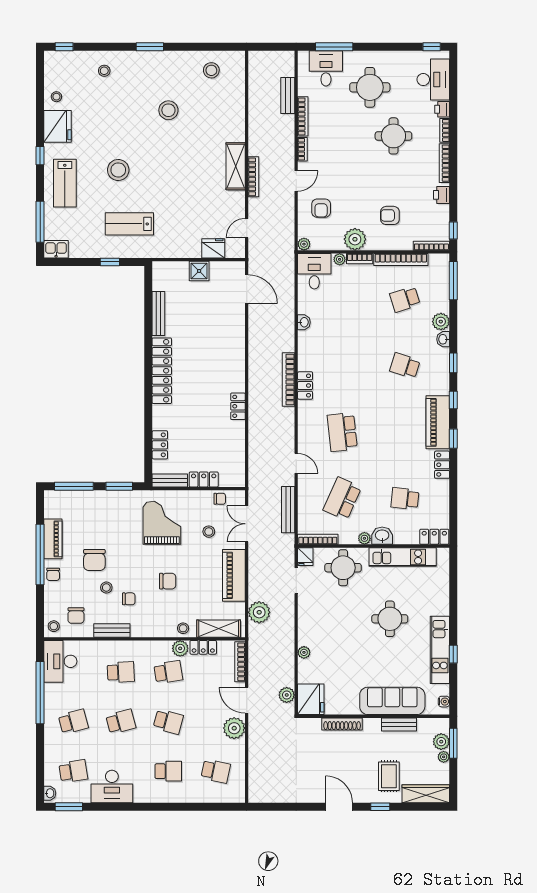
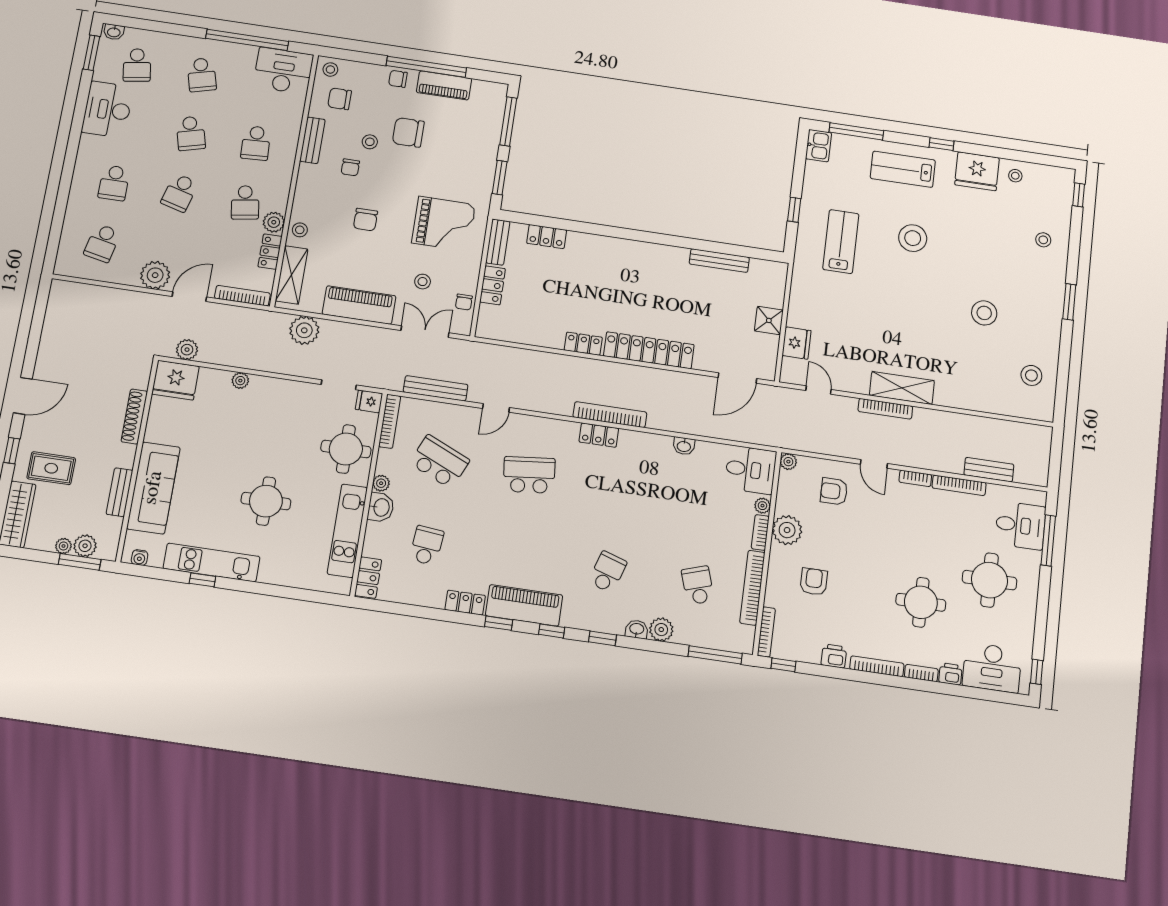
locker: (162, 371) -> (649, 350), moved, turned 180

